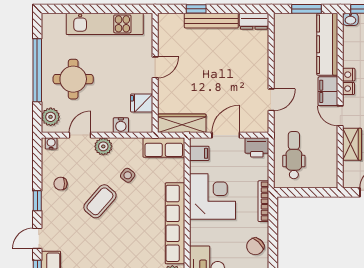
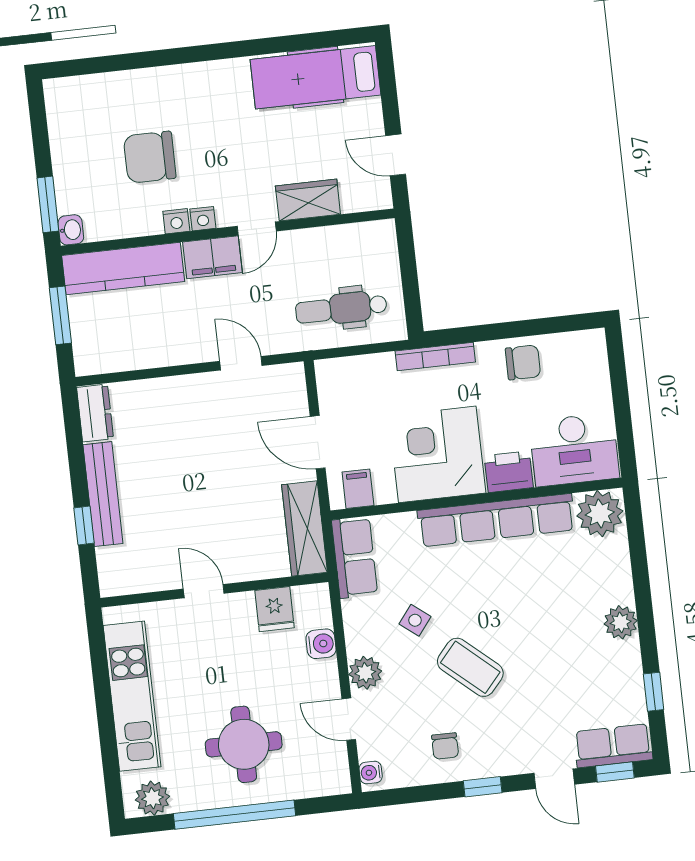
plant: (51, 117) -> (152, 798), moved
printer: (257, 147) -> (509, 472), moved, turned -90
chair: (255, 246) -> (523, 362), turned -44

